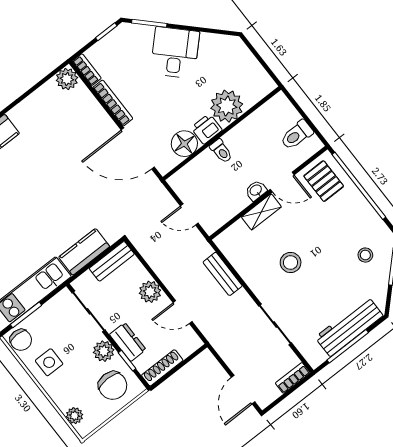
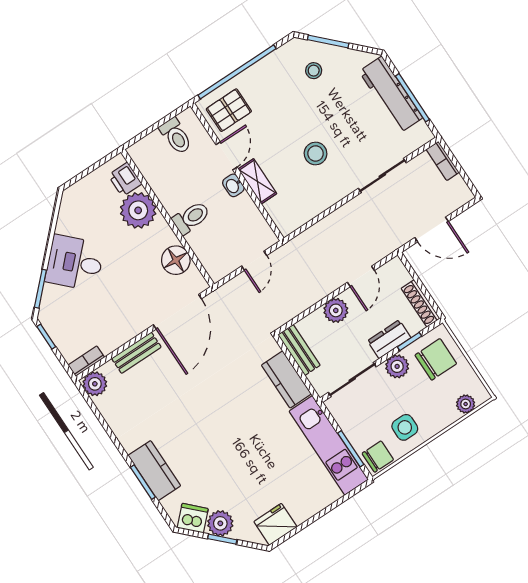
bookcase: (113, 103) -> (125, 335), removed
printer: (207, 129) -> (125, 179), moved
toilet: (221, 151) -> (191, 218), width x1.37, depth x1.39
bench: (223, 274) -> (136, 353), moved
door: (243, 390) -> (432, 229), moved

